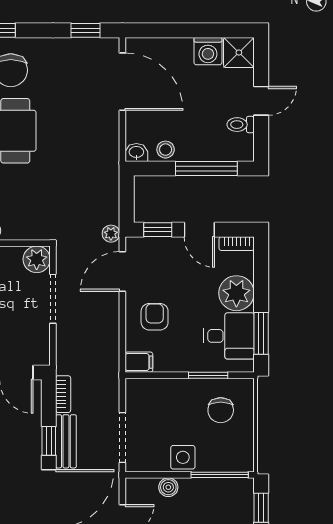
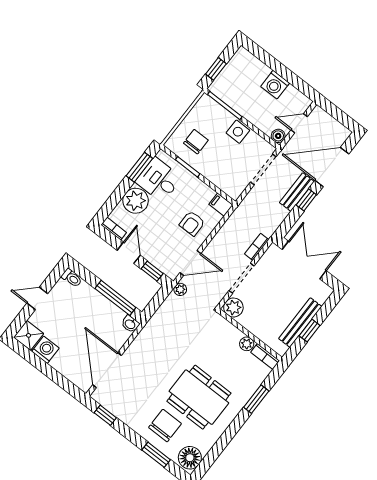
toilet: (241, 125) -> (72, 278), moved
stool: (166, 150) -> (113, 313), removed
window: (206, 168) -> (115, 298), moved
bookcase: (63, 394) -> (257, 247), moved
boiler: (168, 487) -> (278, 136), moved

